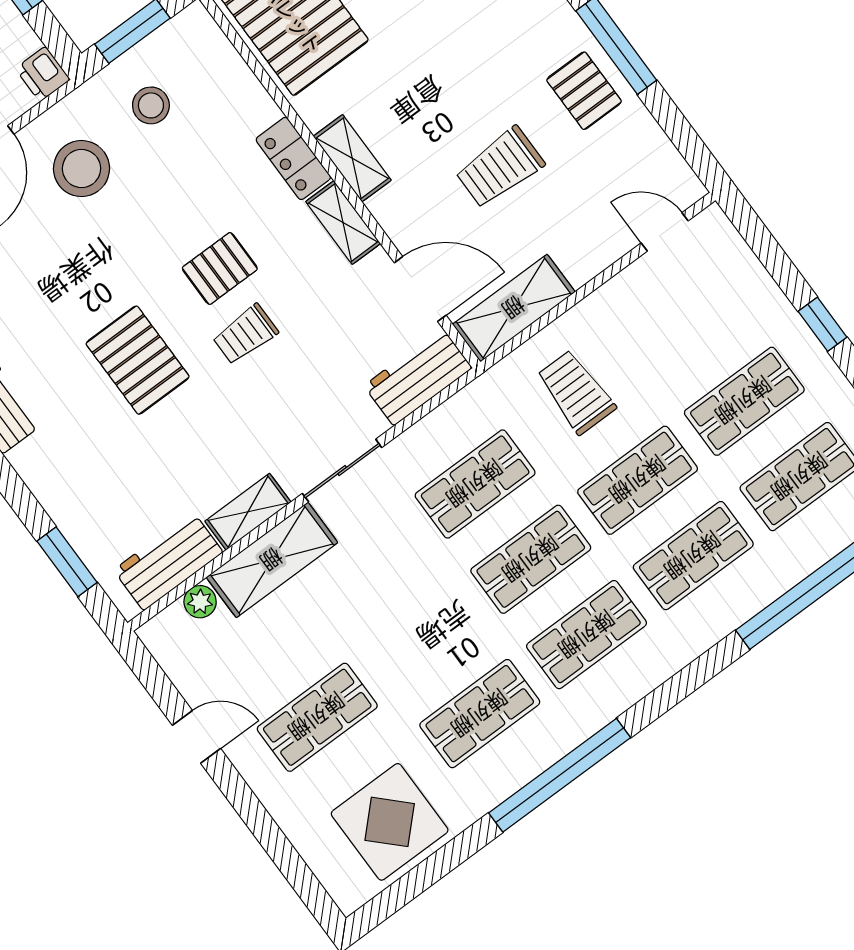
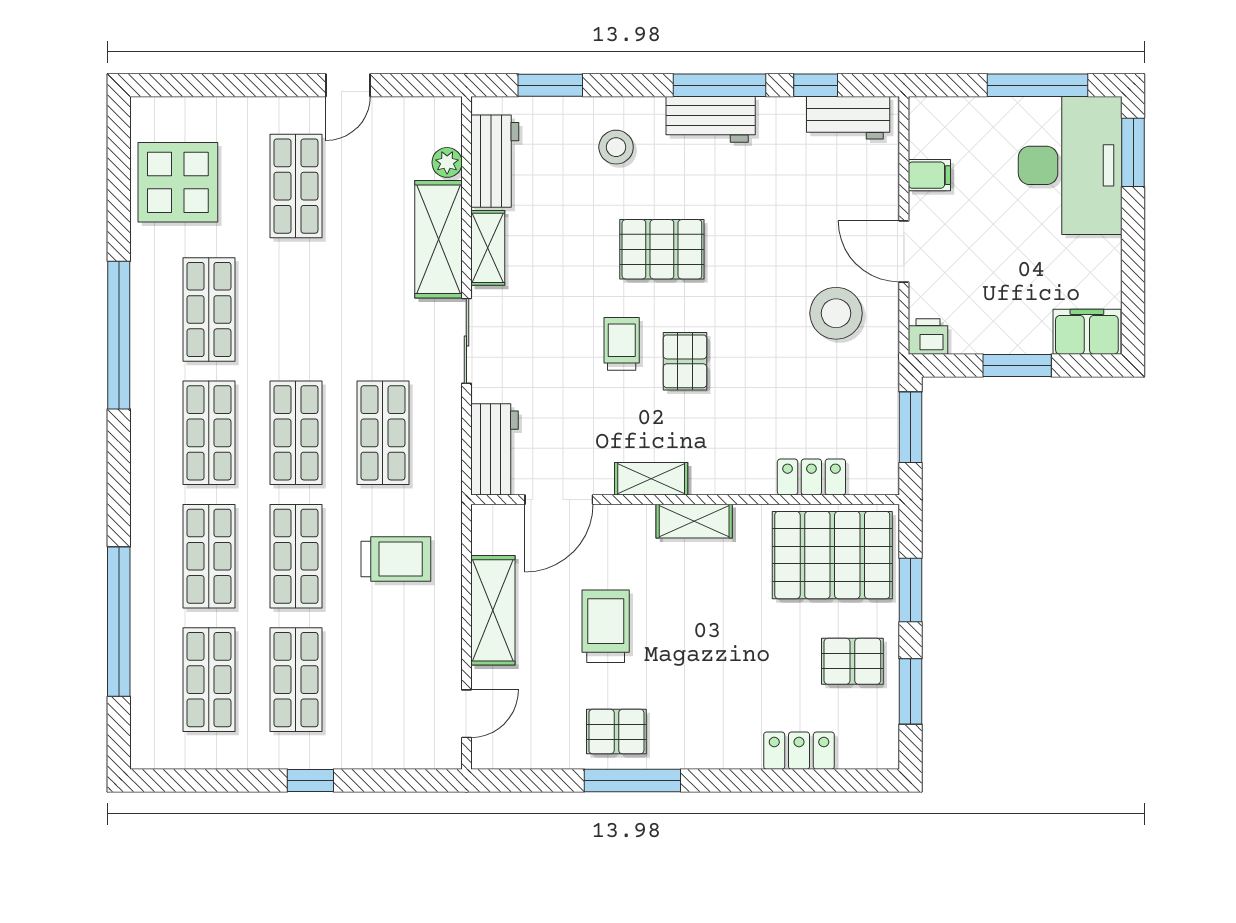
stool: (151, 105) -> (616, 147), moved
locker: (293, 158) -> (811, 477), moved
shelving: (514, 308) -> (493, 610), moved

